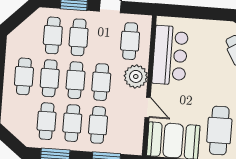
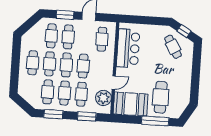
plant: (136, 76) -> (103, 98), moved
door: (148, 108) -> (114, 83), hinge flipped

